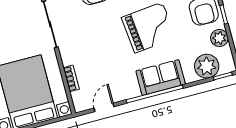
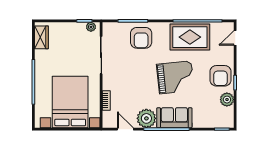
plant: (207, 66) -> (146, 118), moved
door: (104, 107) -> (125, 129), hinge flipped

